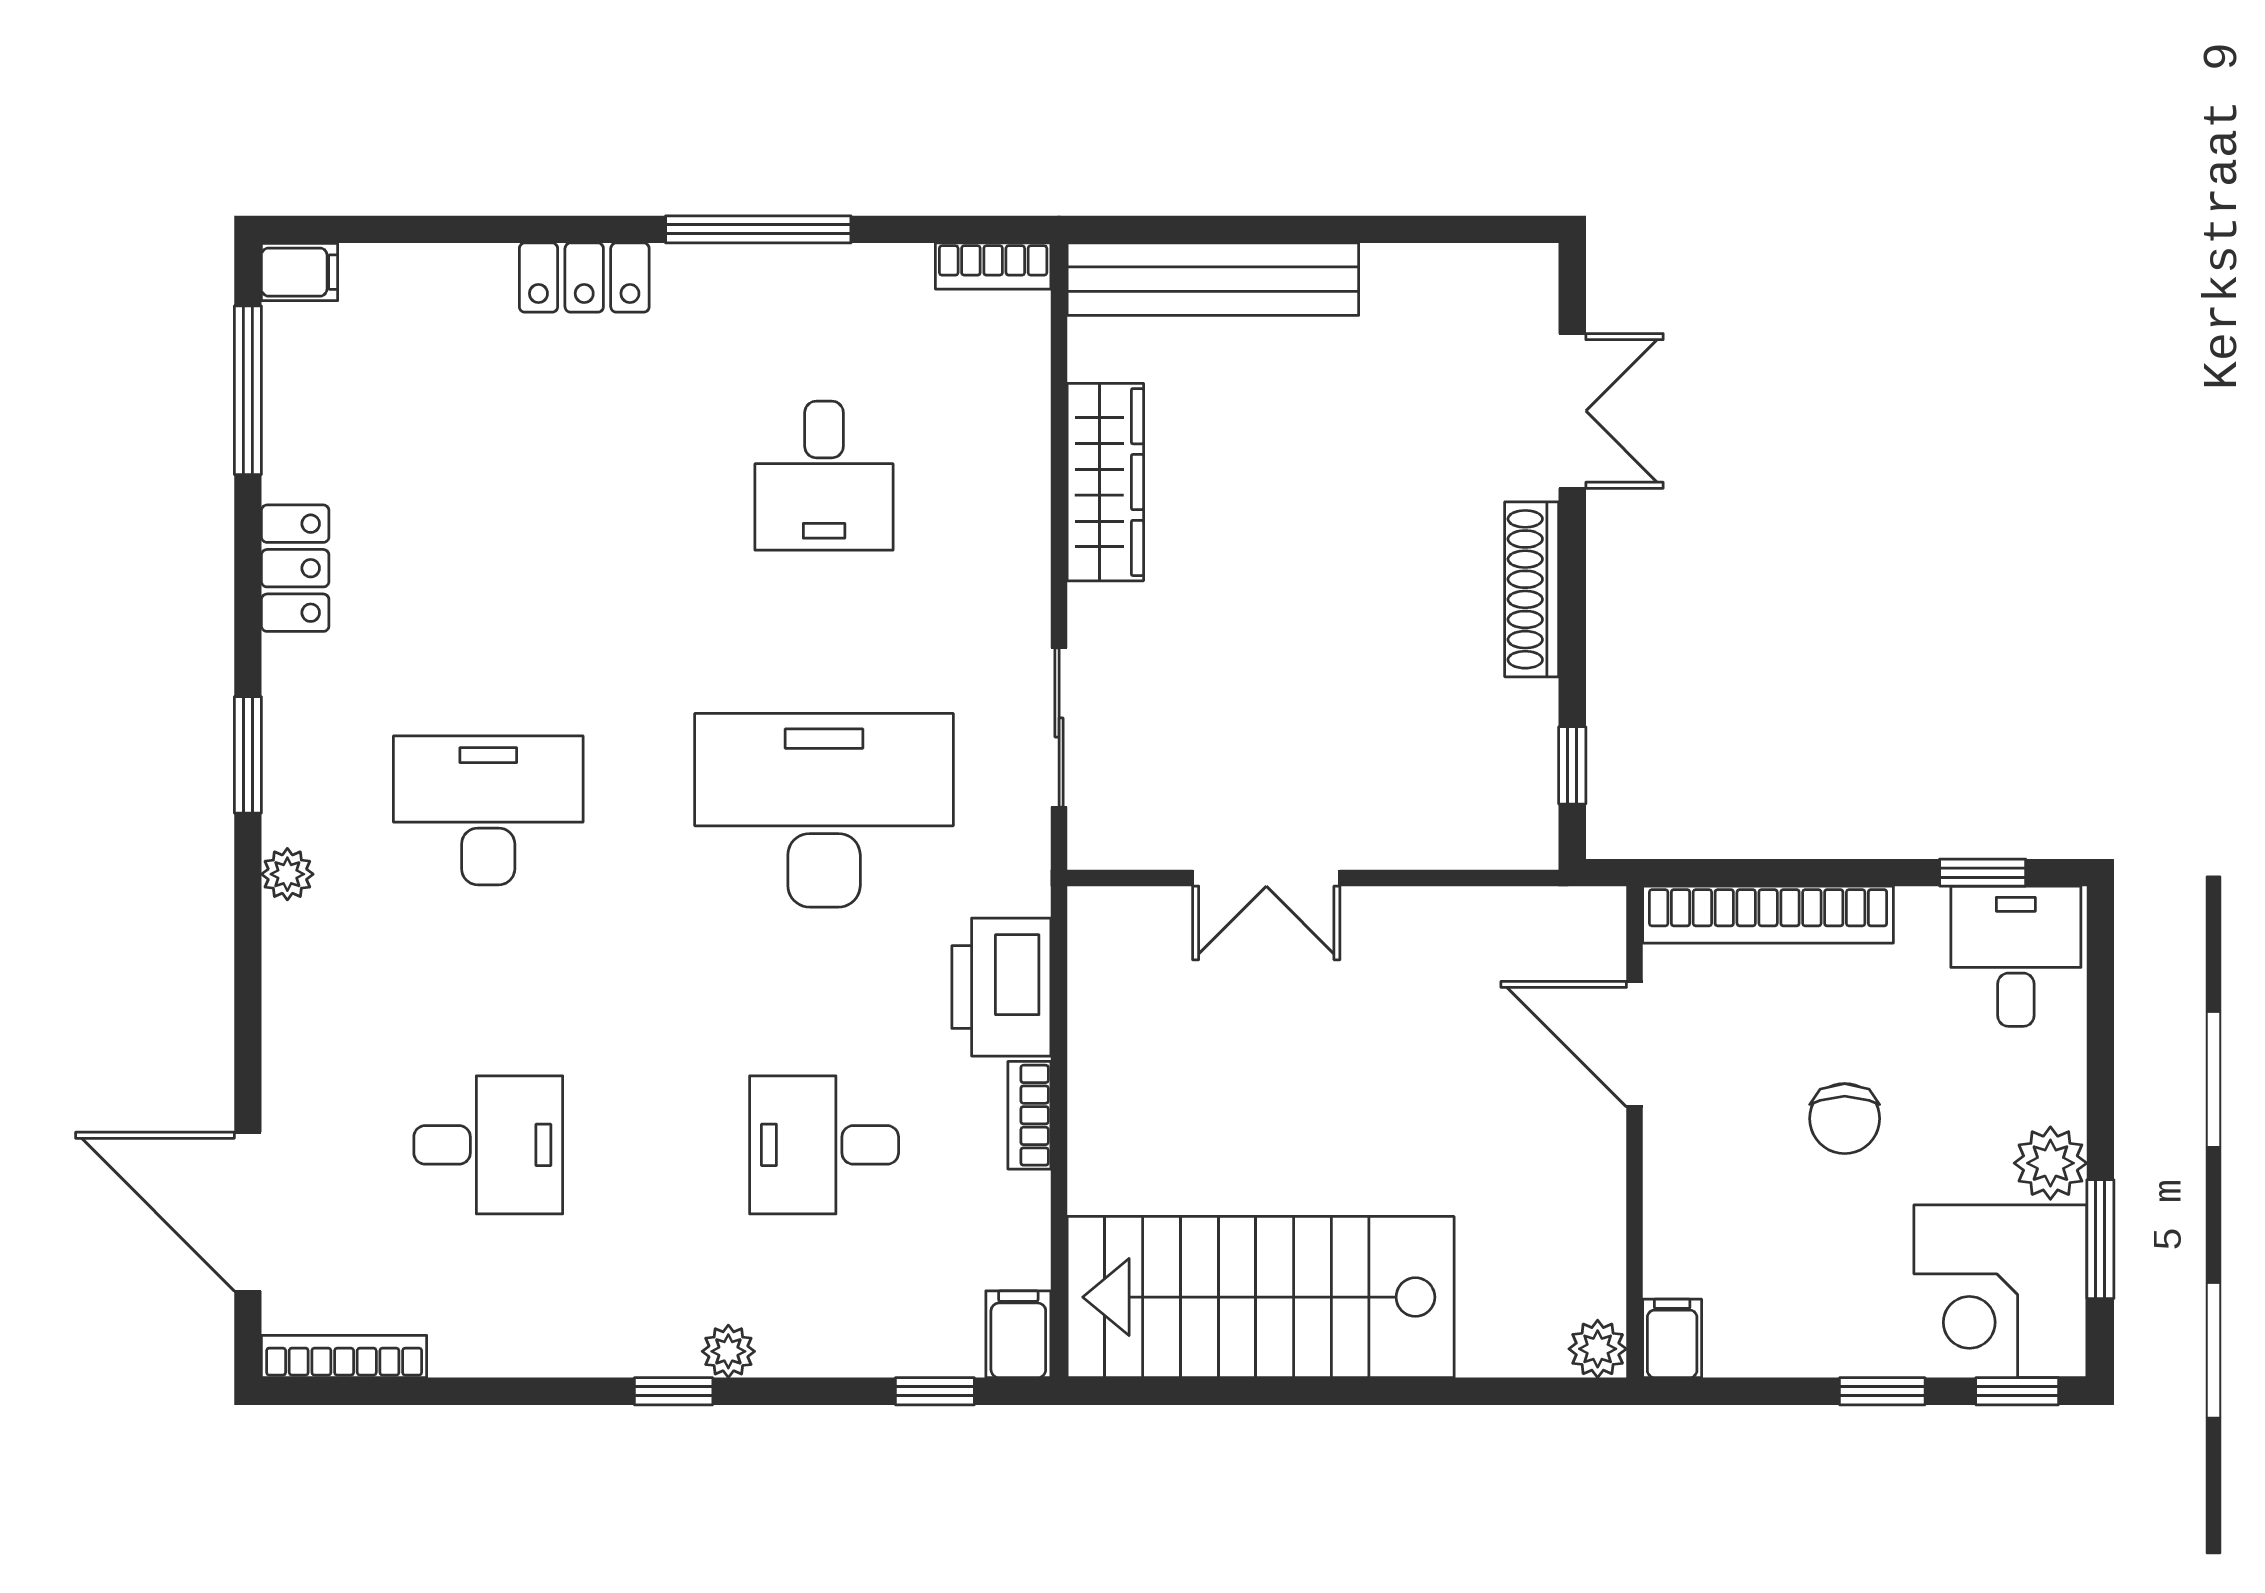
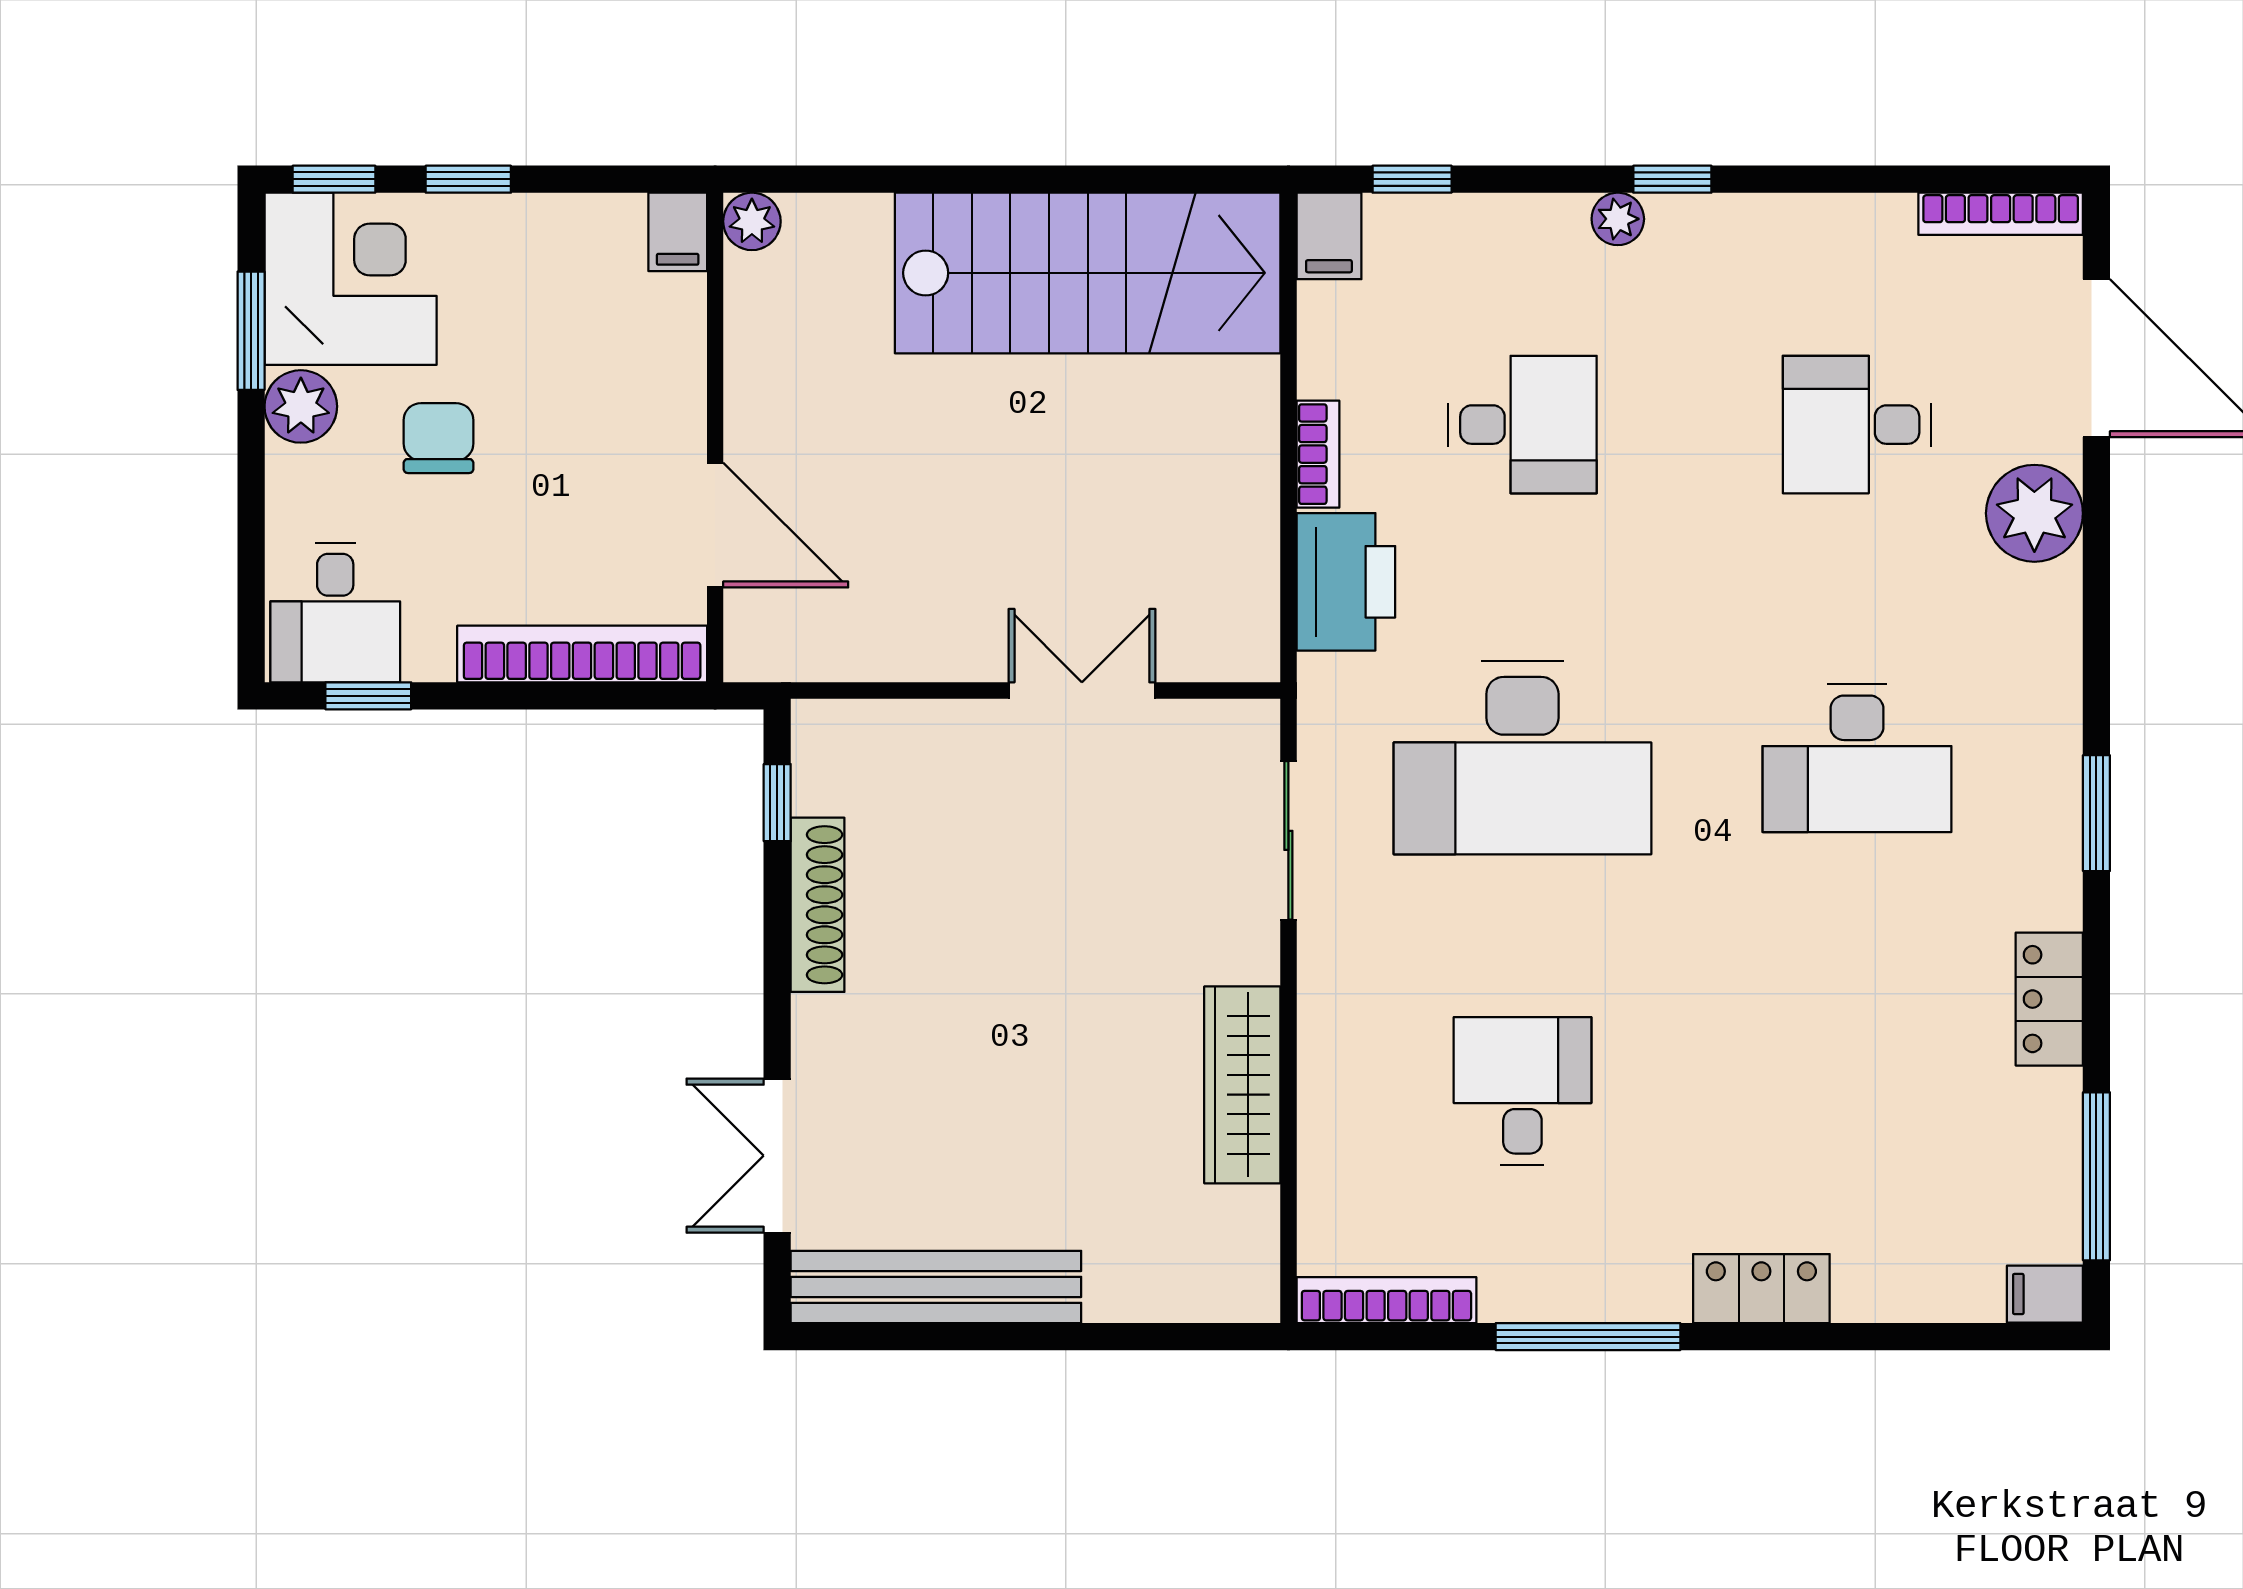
bookcase: (993, 266) -> (1386, 1300), width x1.56
bench: (1213, 279) -> (936, 1287), moved
shoe rack: (1532, 589) -> (818, 905), moved
plant: (287, 874) -> (2034, 513), moved, width x1.88, depth x1.88
chair: (1845, 1119) -> (439, 438), moved

